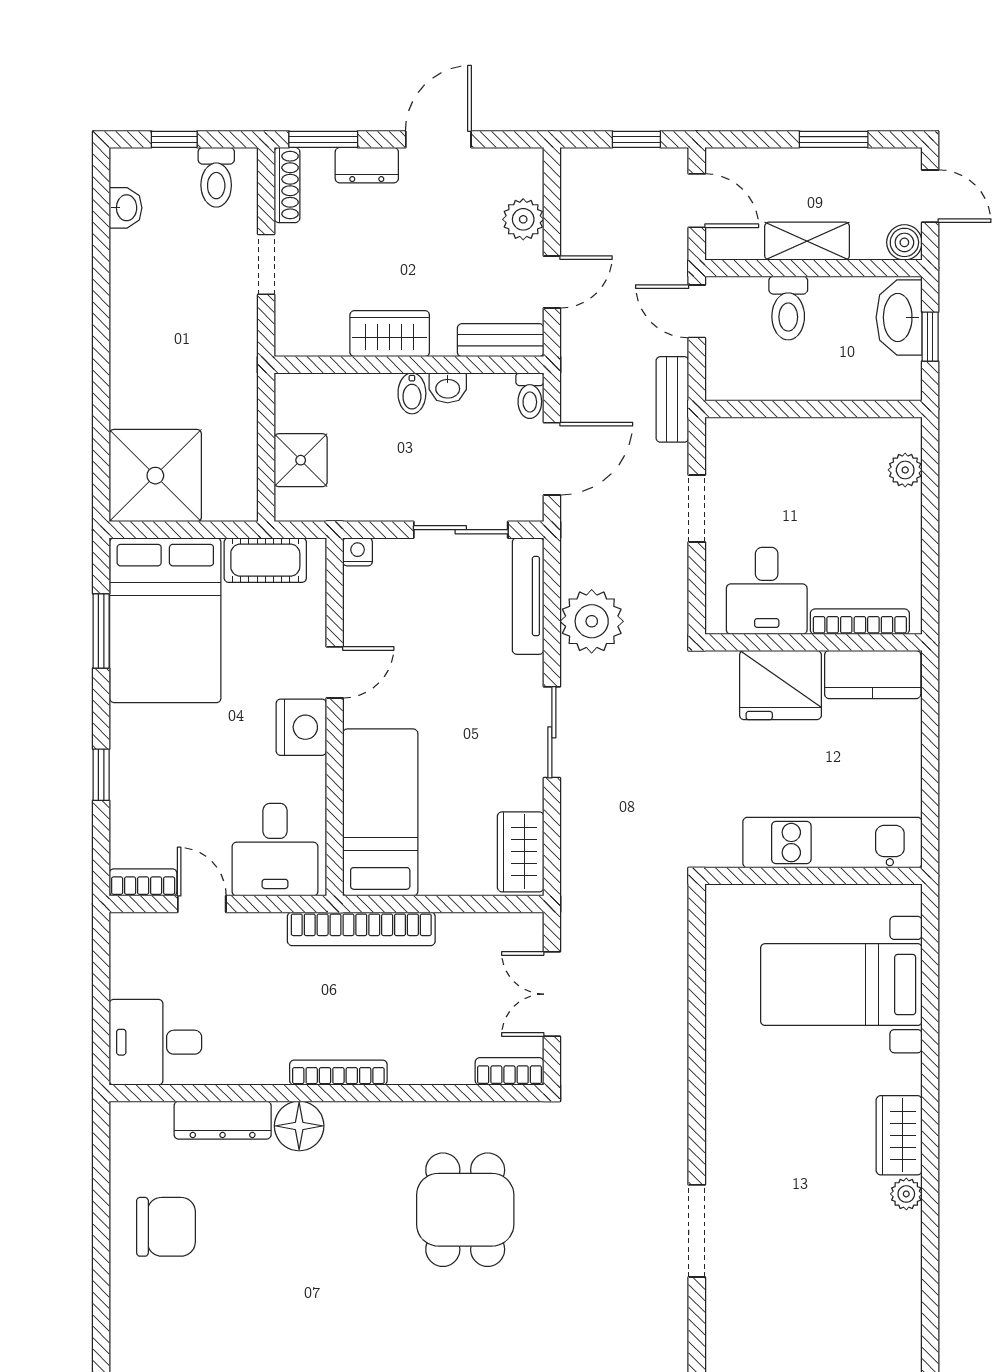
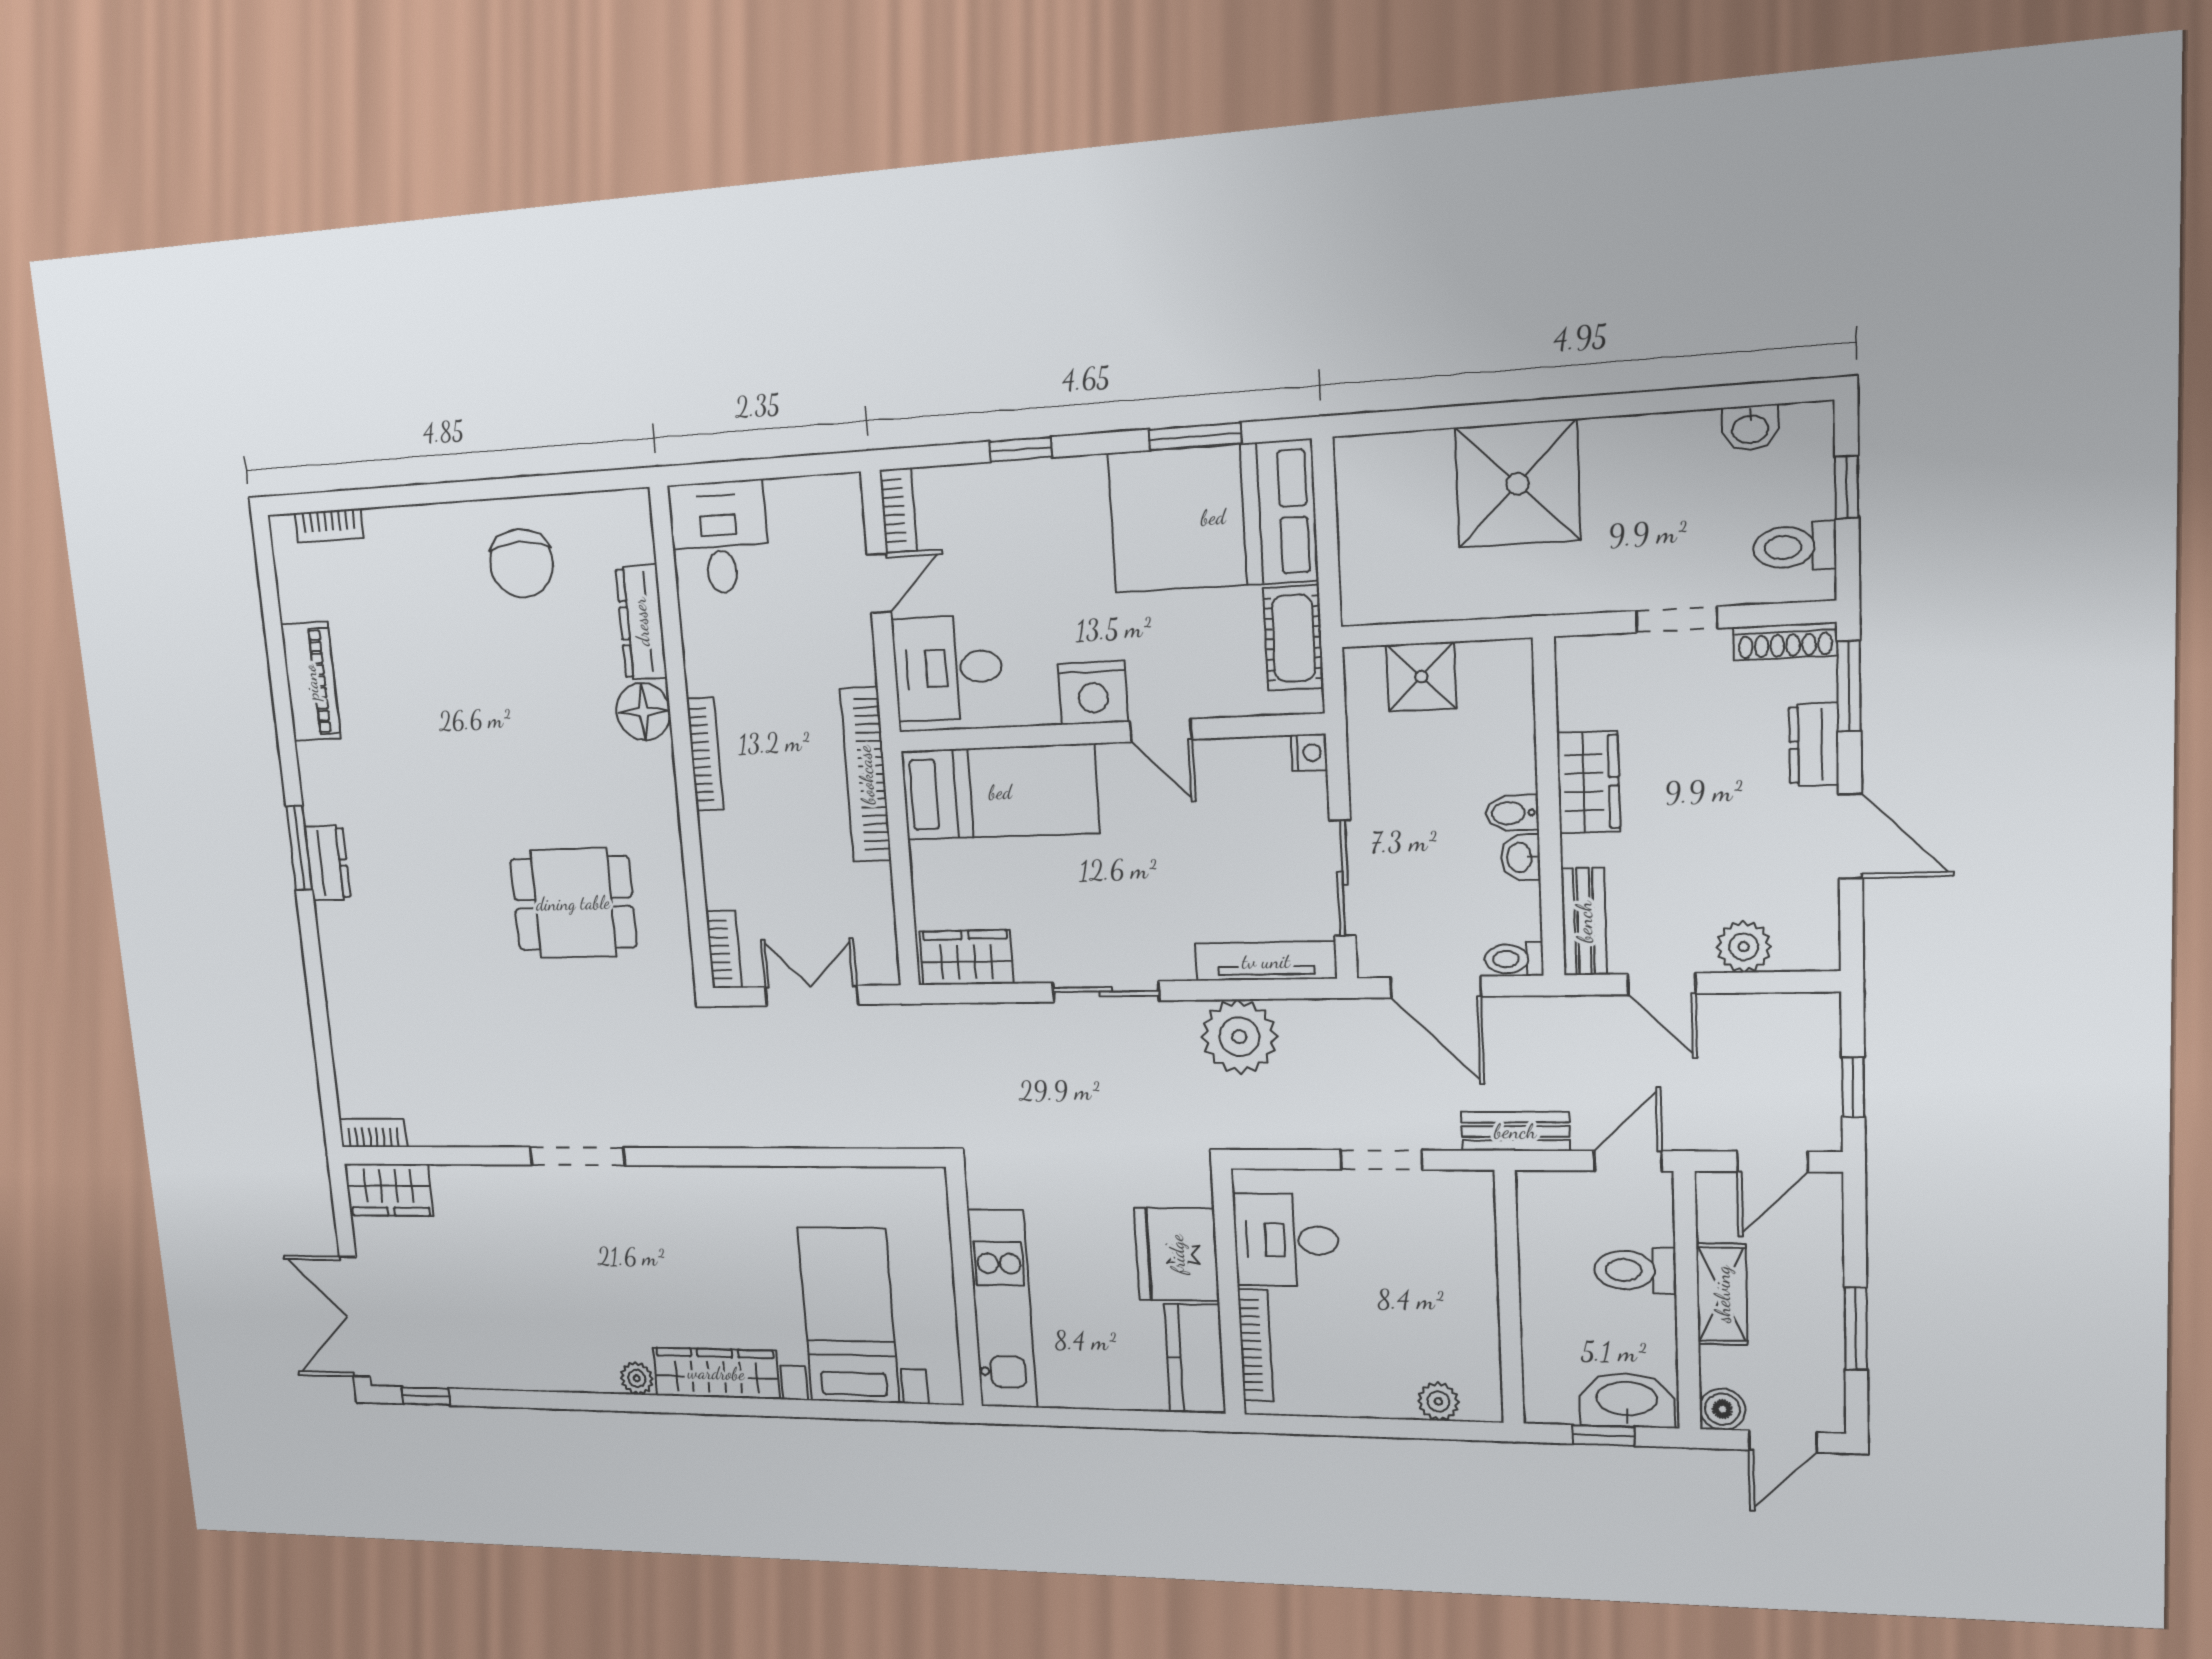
shower: (155, 476) -> (1518, 484), moved
wardrobe: (899, 1135) -> (716, 1373), width x1.50

